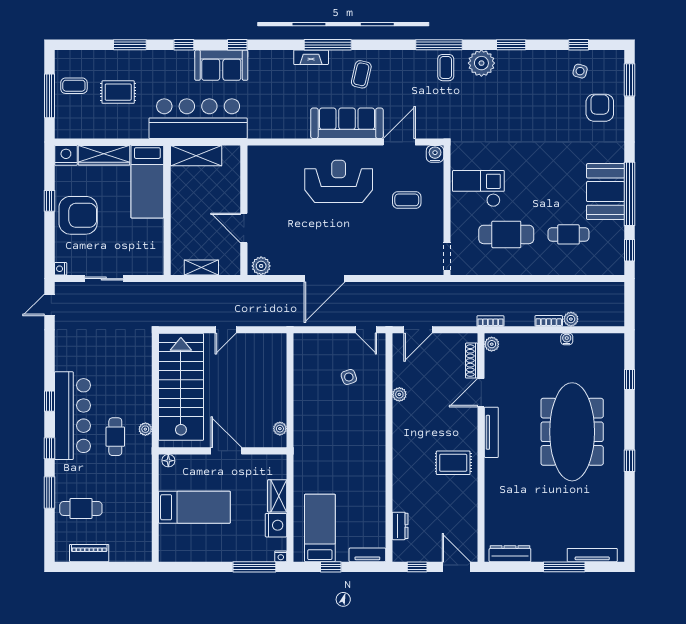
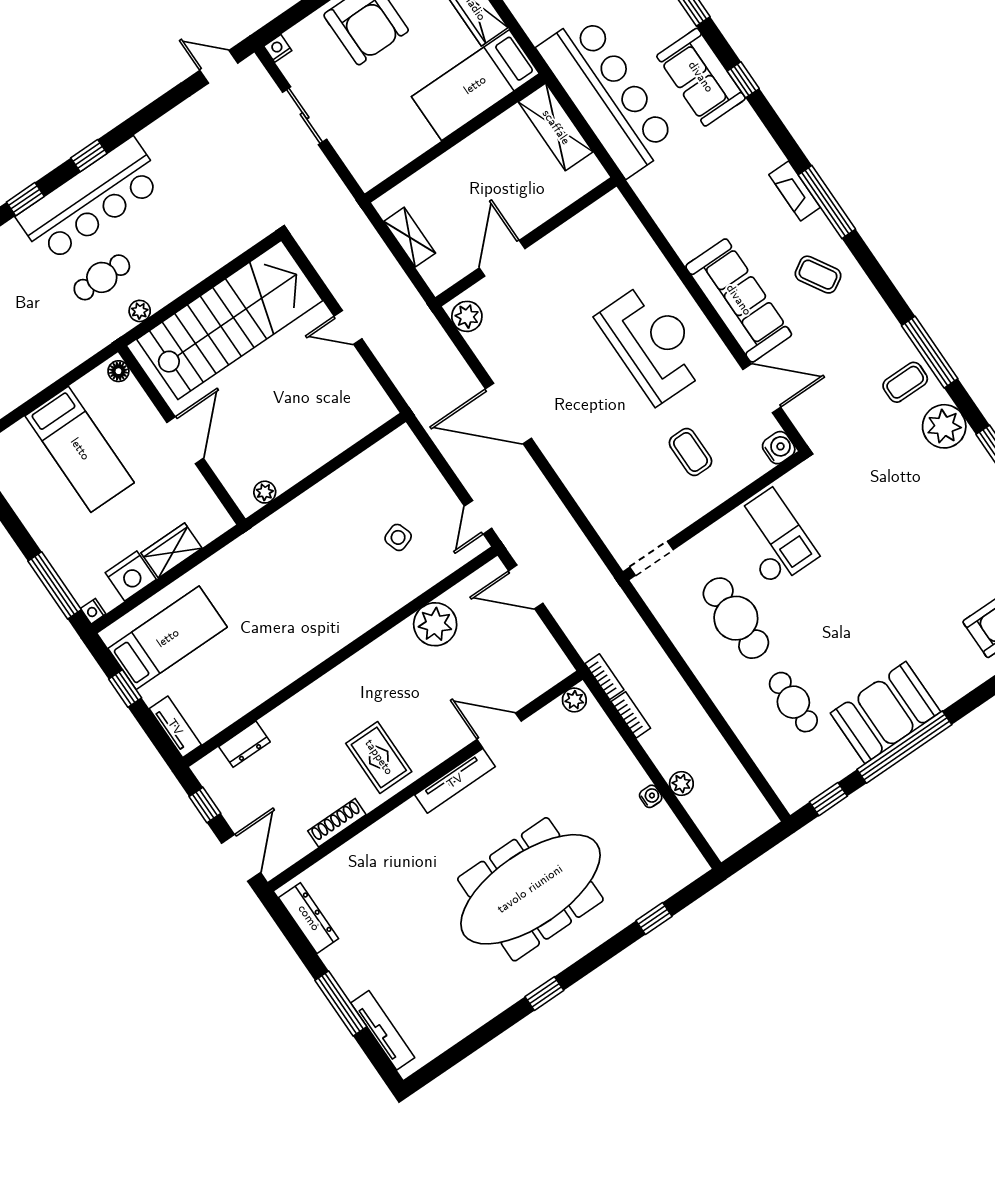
coffee table: (361, 74) -> (818, 275), turned 46
bookcase: (549, 321) -> (631, 715), moved
shoe rack: (472, 361) -> (337, 823), moved
plant: (399, 394) -> (435, 624), width x1.88, depth x1.88

